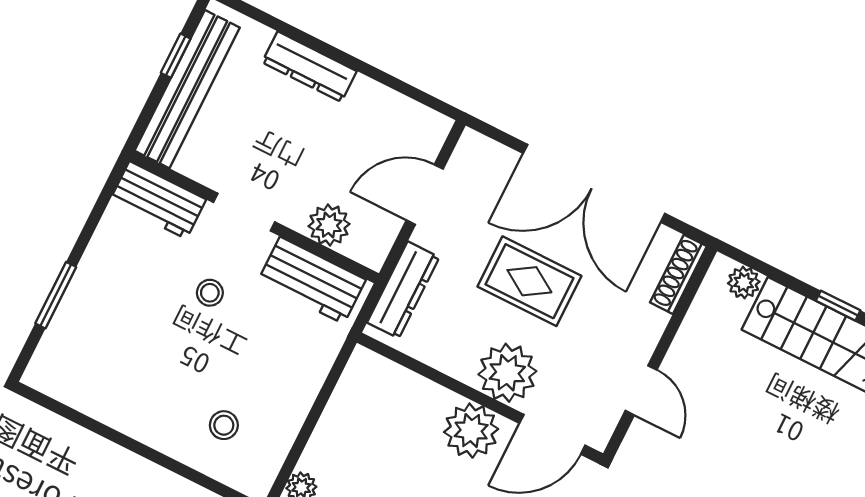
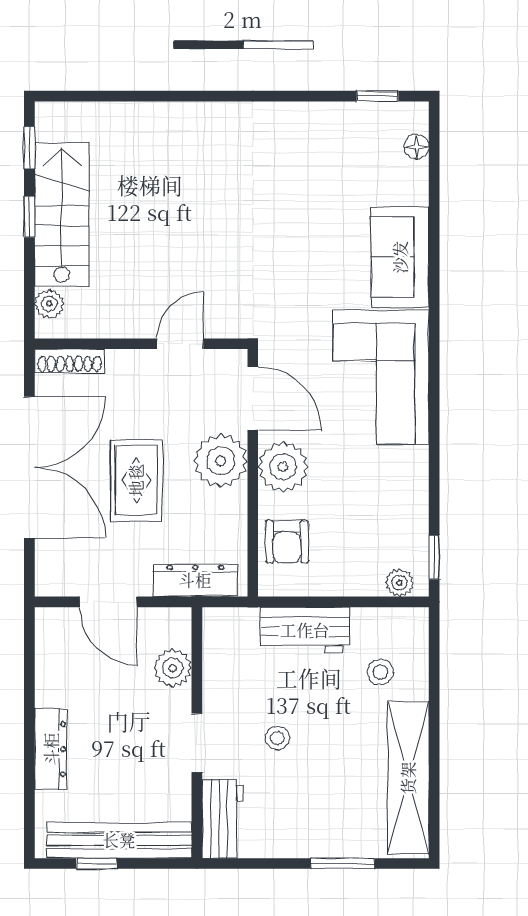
workbench: (312, 280) -> (305, 630), moved, turned 90
armchair: (396, 398) -> (287, 542), added
shelving: (107, 401) -> (408, 778), added

